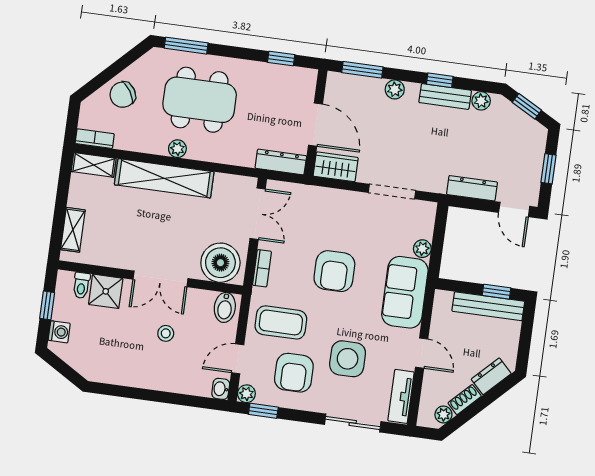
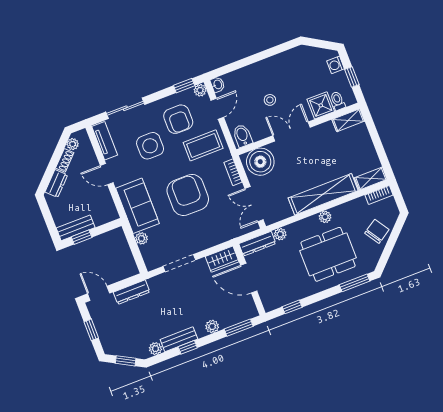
plant: (246, 158) -> (280, 234), added
shelving: (73, 230) -> (348, 120), moved, turned 90
armchair: (334, 271) -> (188, 195), width x1.36, depth x1.36
bench: (488, 306) -> (76, 228), width x0.73
armchair: (294, 373) -> (178, 119), turned 180

